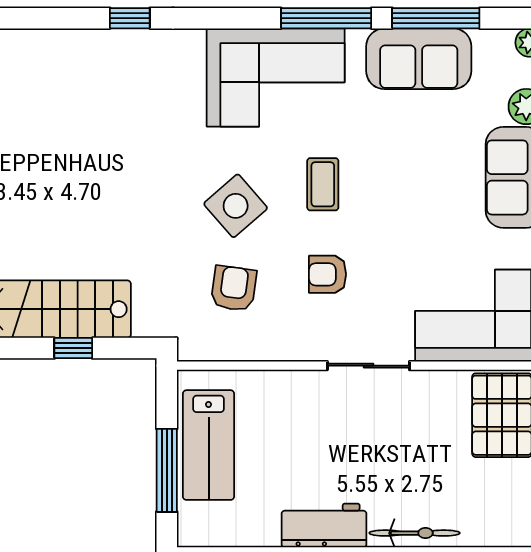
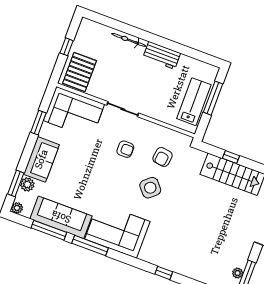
sofa: (419, 59) -> (61, 217), width x1.36
coffee table: (323, 184) -> (115, 184), removed

